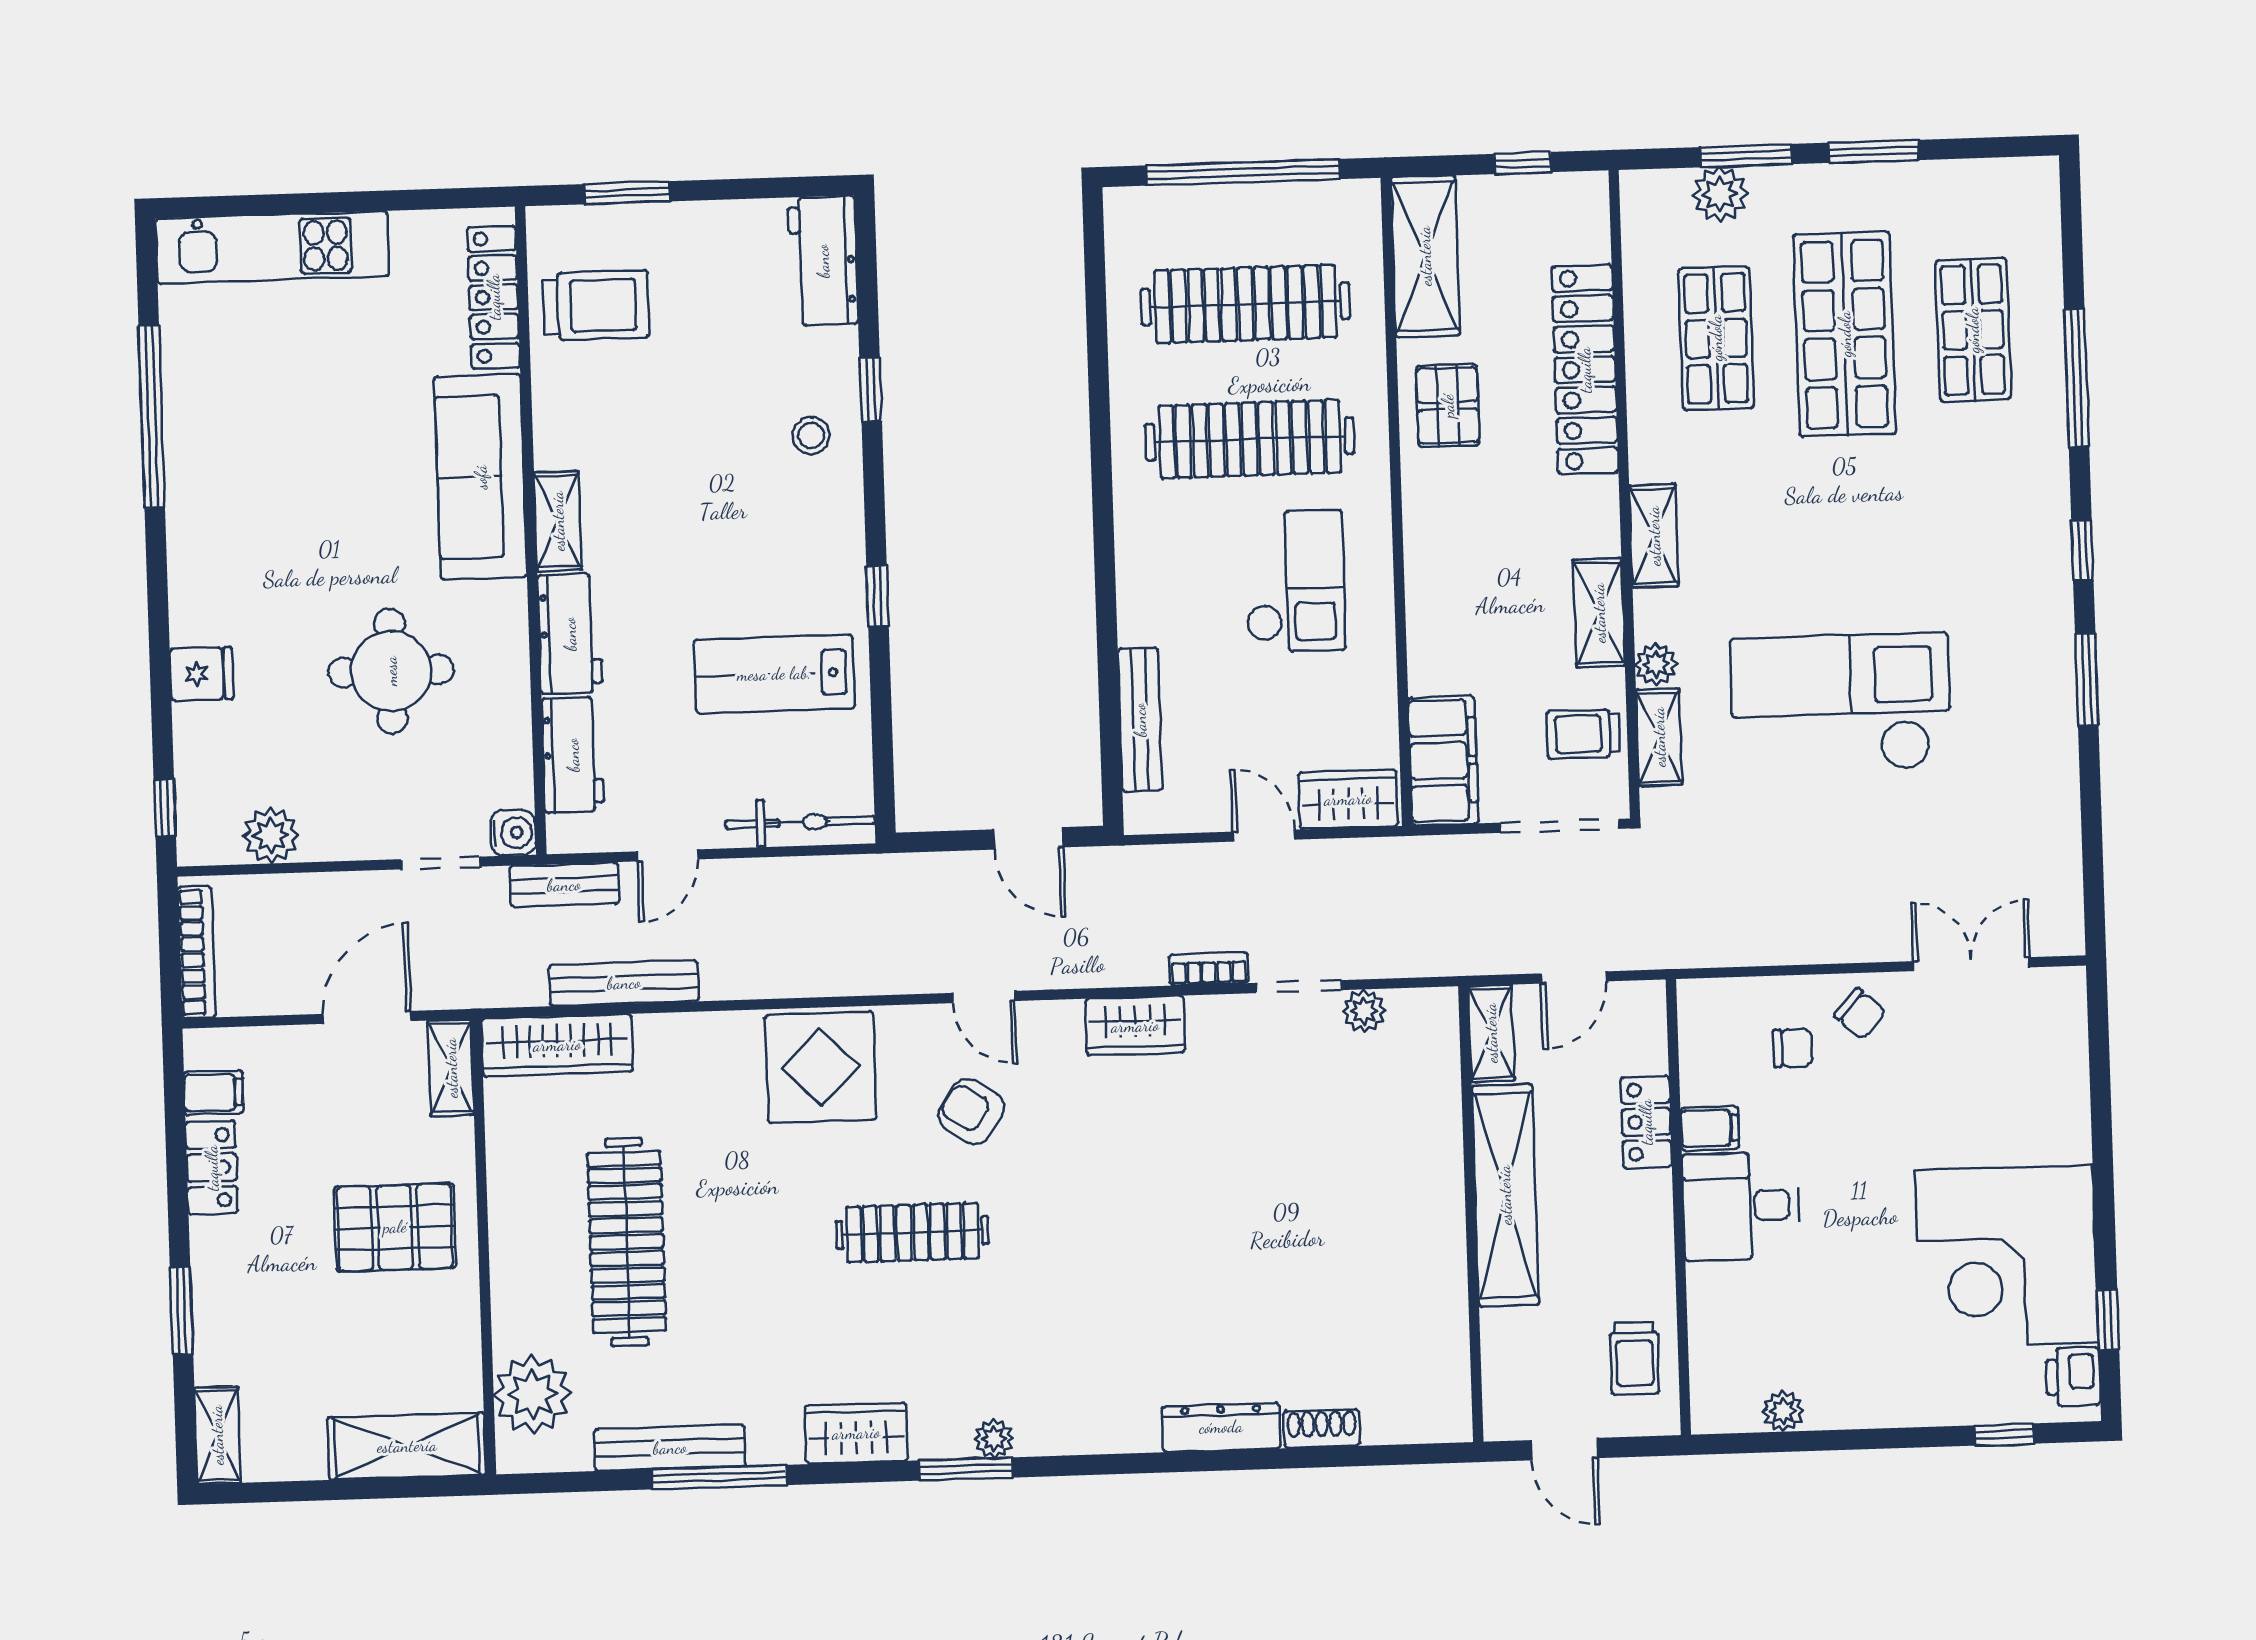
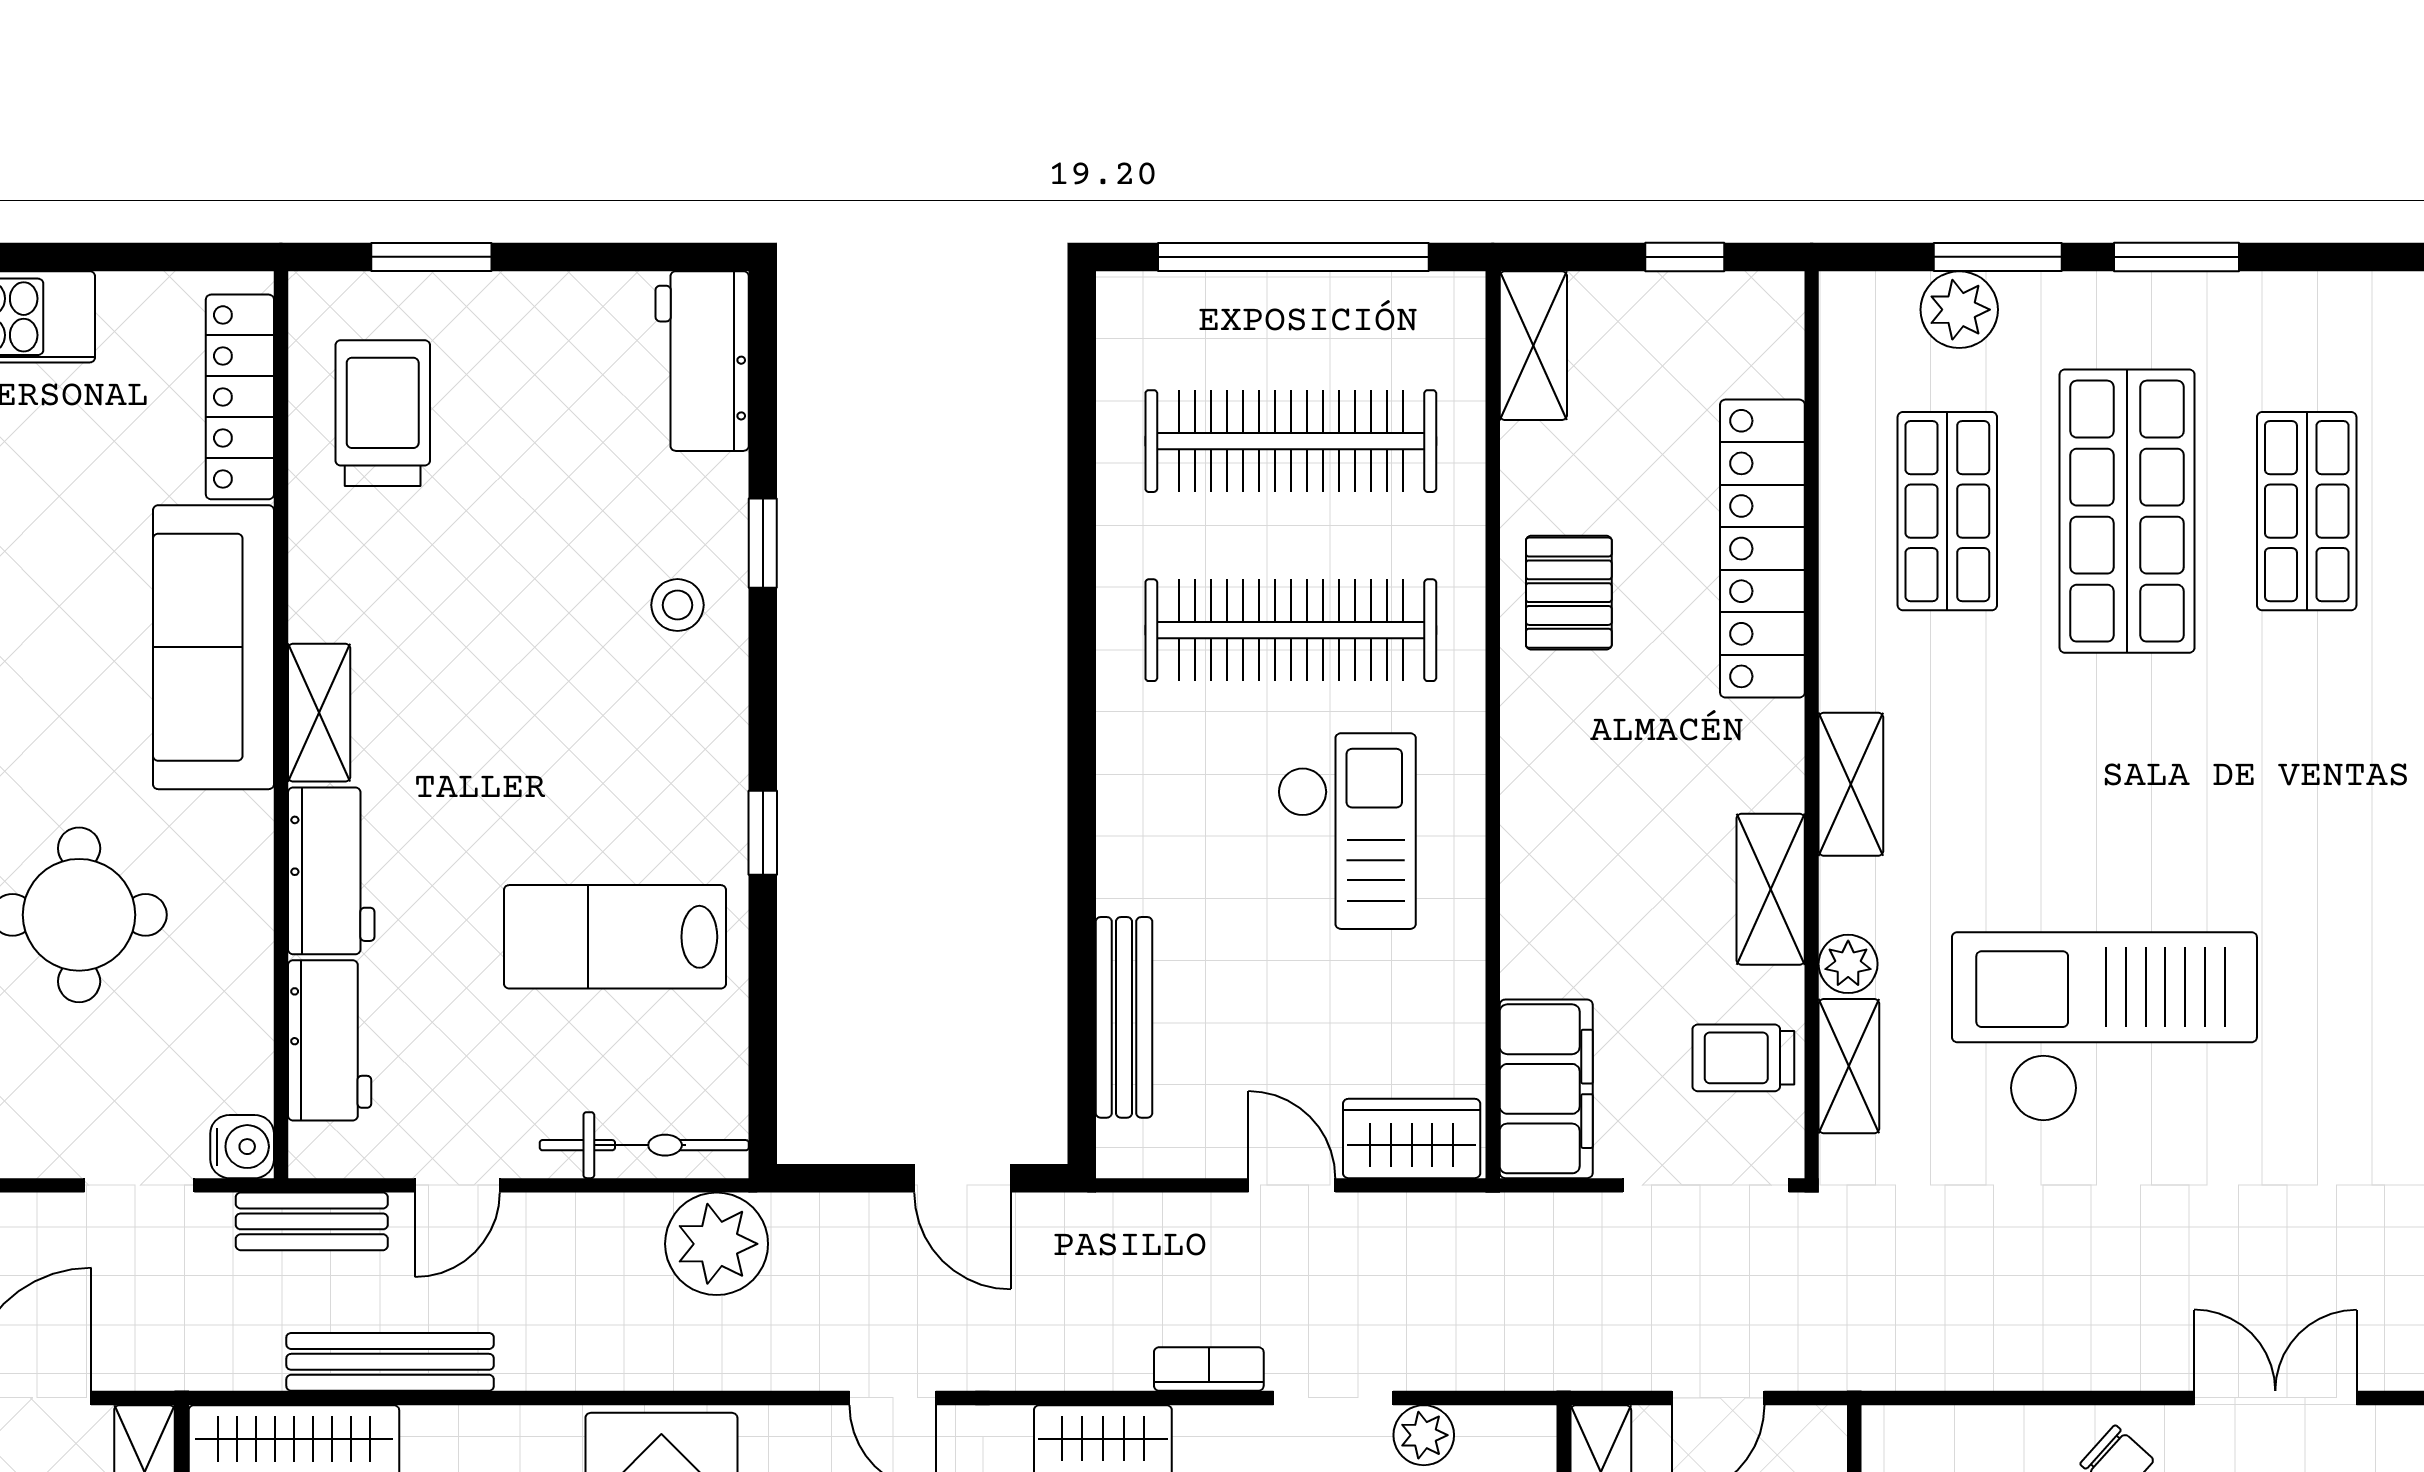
shelving: (1425, 256) -> (1533, 346), width x0.67, depth x0.75
trolley: (596, 305) -> (383, 413), turned -90
plant: (854, 891) -> (717, 1244), added

